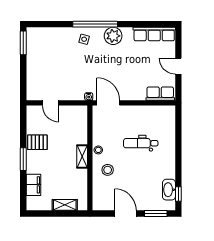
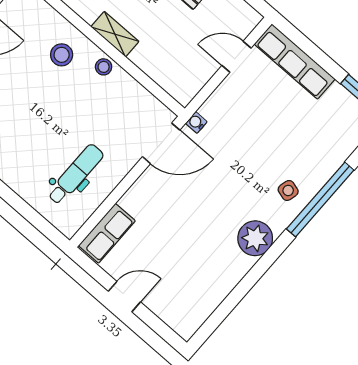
window: (95, 24) -> (320, 199), moved
row of seats: (154, 34) -> (295, 62), moved, turned -90
dental chair: (141, 143) -> (76, 174), moved

